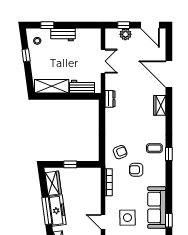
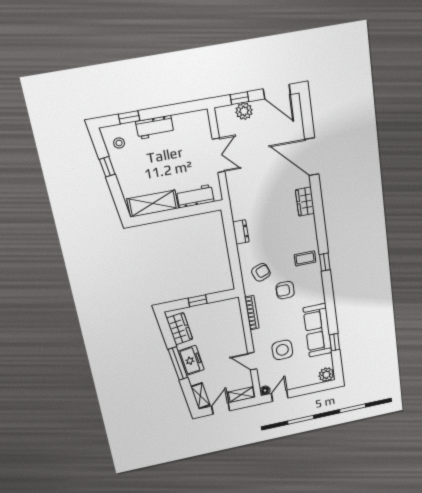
dresser: (110, 99) -> (241, 232), moved
freezer: (57, 211) -> (191, 360), width x0.71

